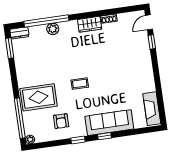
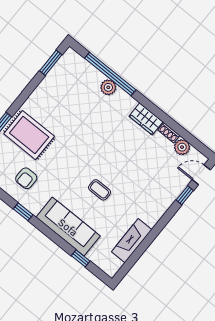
plant: (124, 19) -> (182, 147), added
dresser: (19, 33) -> (74, 59), removed
coffee table: (80, 84) -> (100, 190), moved
fireplace: (152, 109) -> (132, 241), moved
window: (104, 136) -> (81, 258), moved

